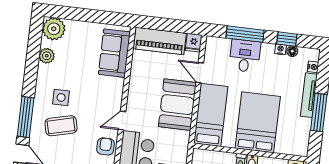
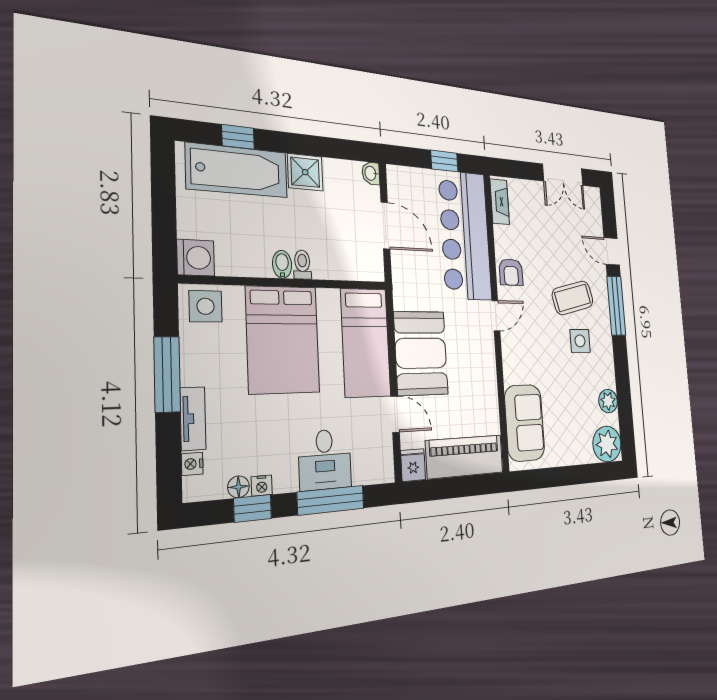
tv unit: (309, 95) -> (193, 419), width x0.71
side table: (295, 144) -> (205, 306), added

